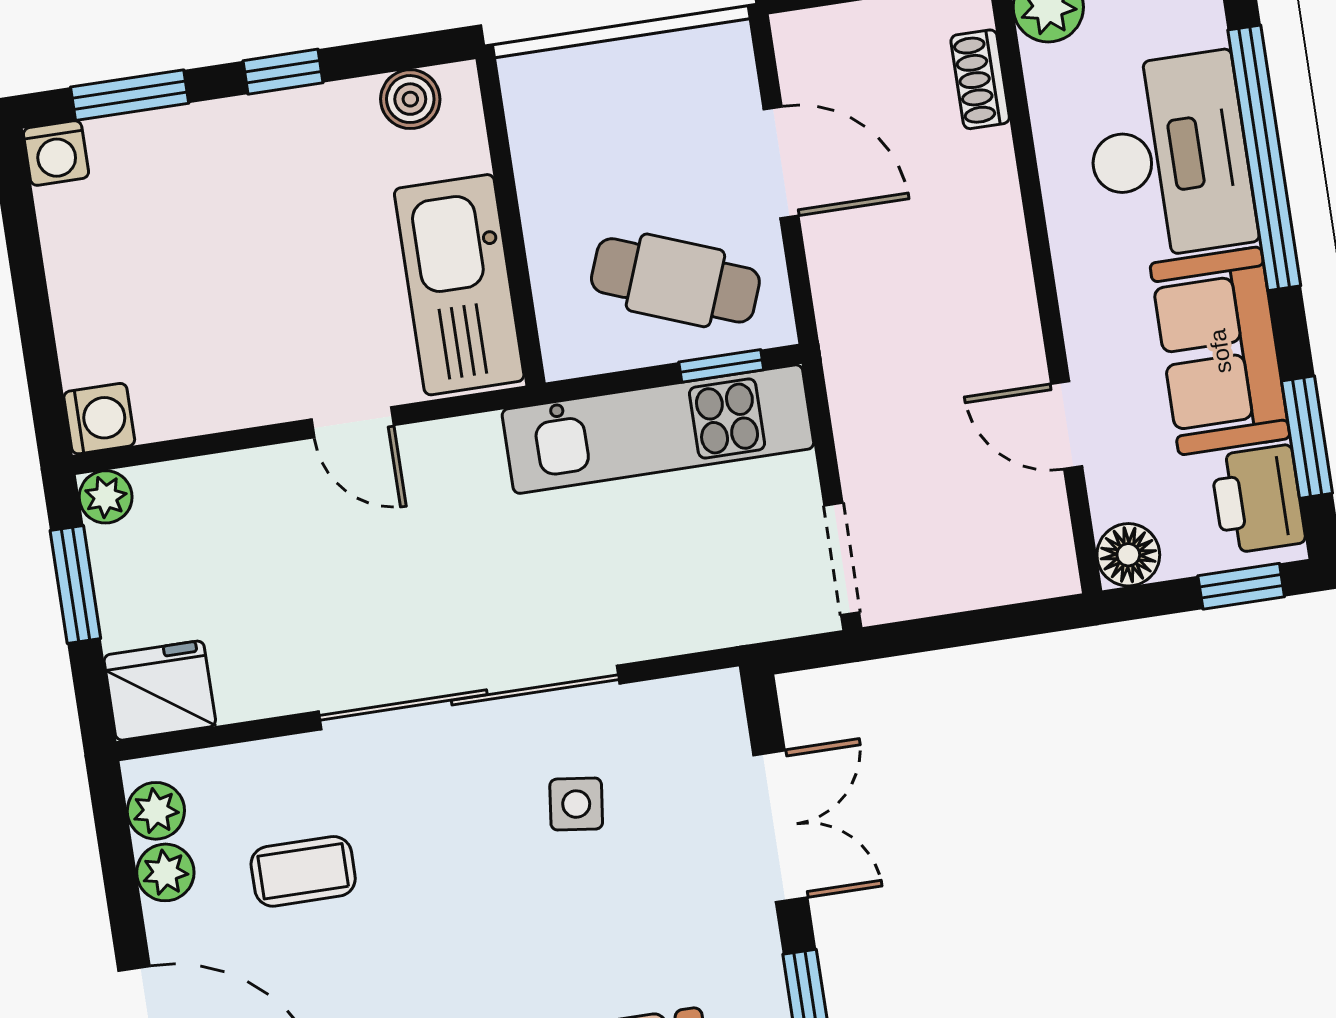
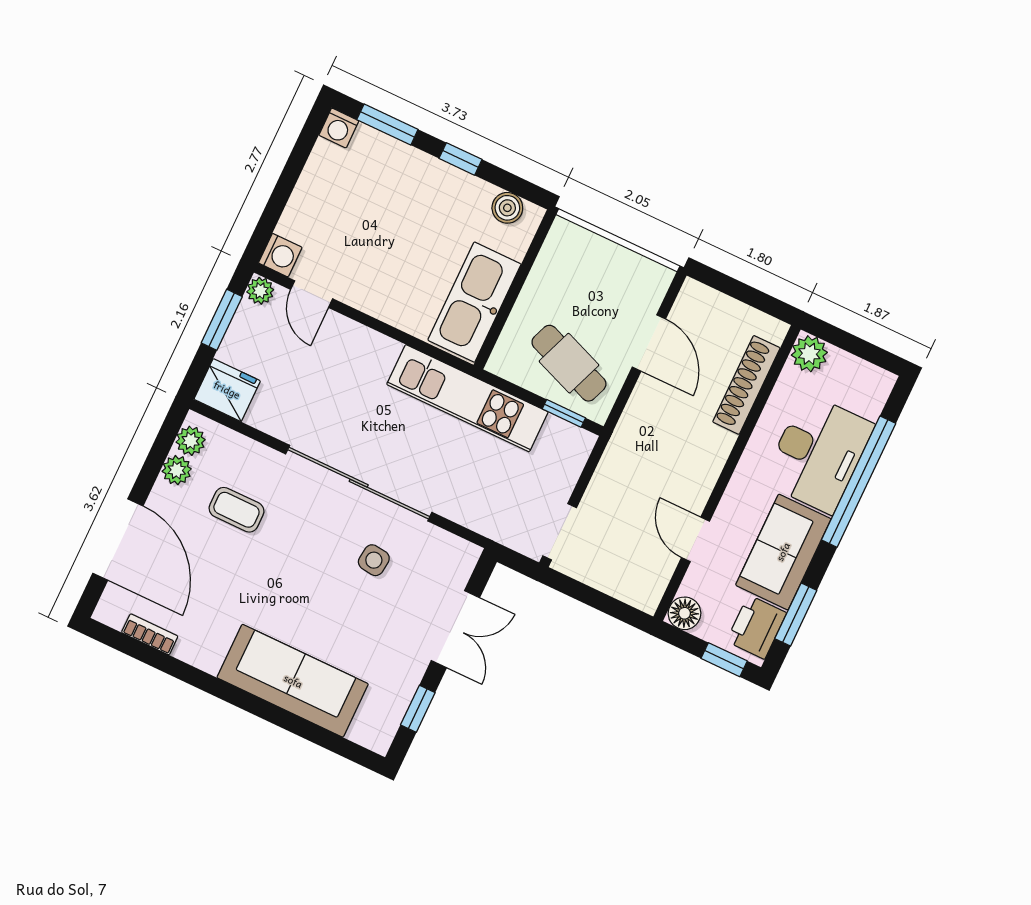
shoe rack: (980, 79) -> (746, 385), width x1.94, depth x1.24
door: (353, 422) -> (312, 294), moved
kitchen unit: (658, 429) -> (467, 398), moved

